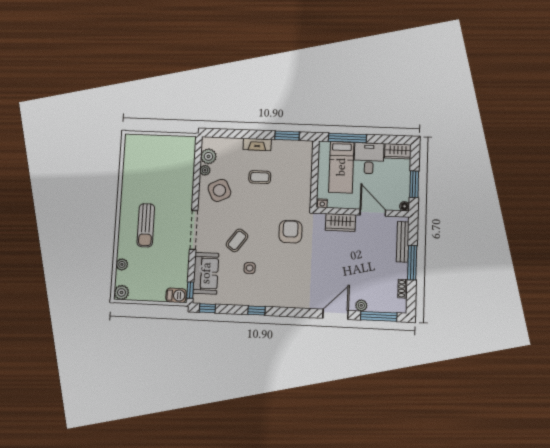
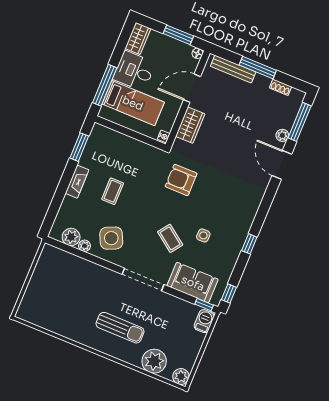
plant: (122, 264) -> (154, 361), width x1.88, depth x1.88

